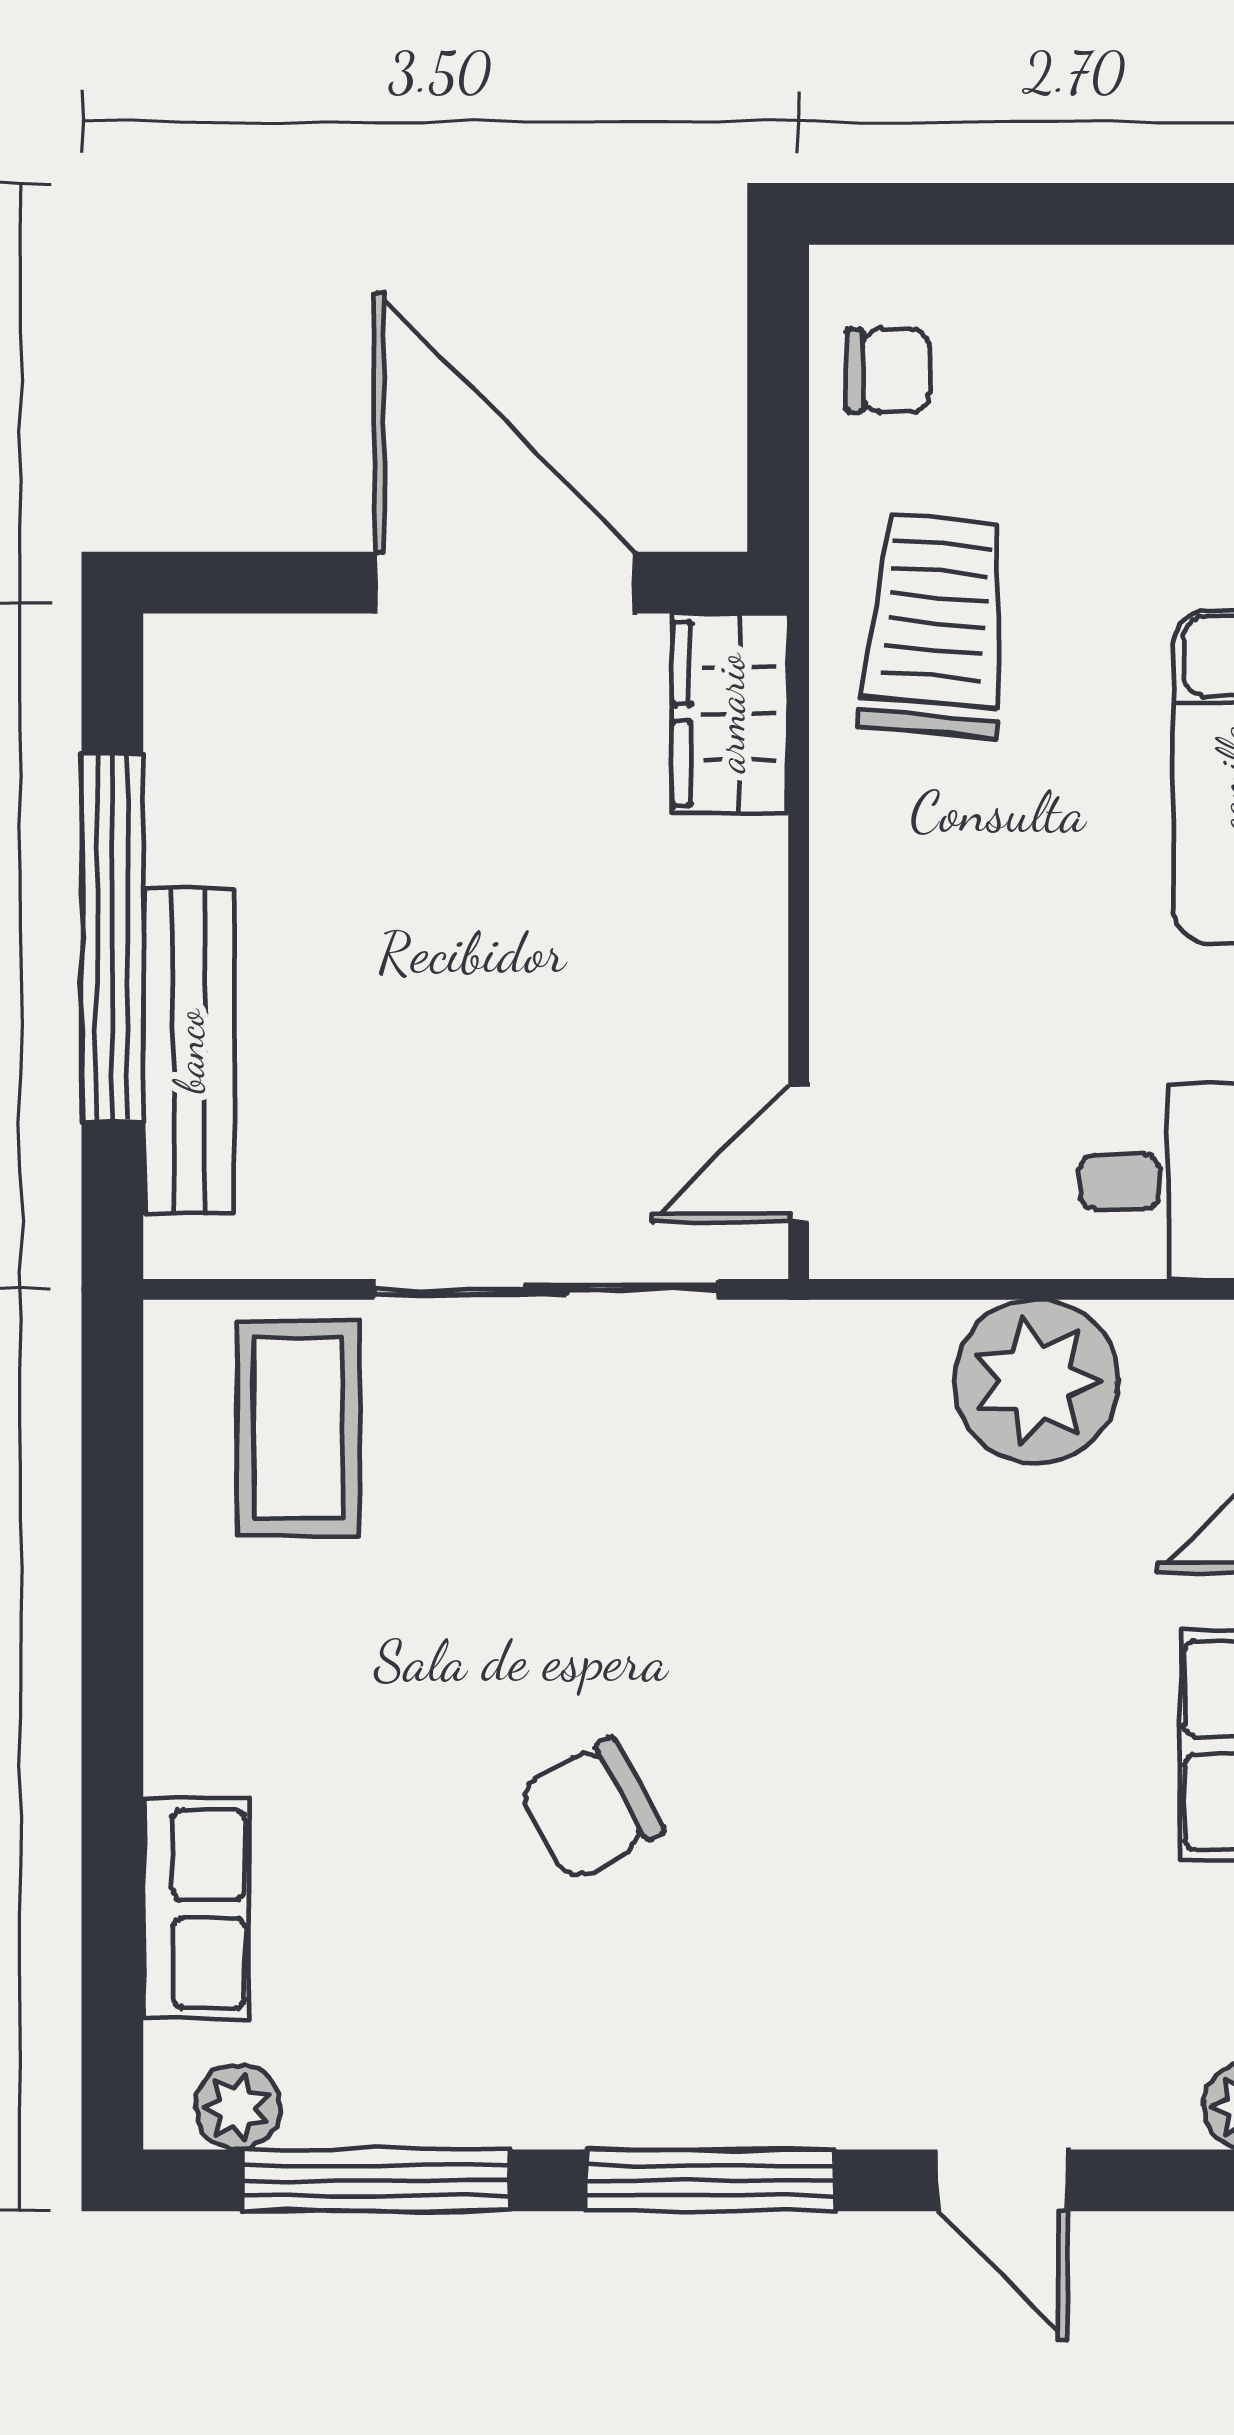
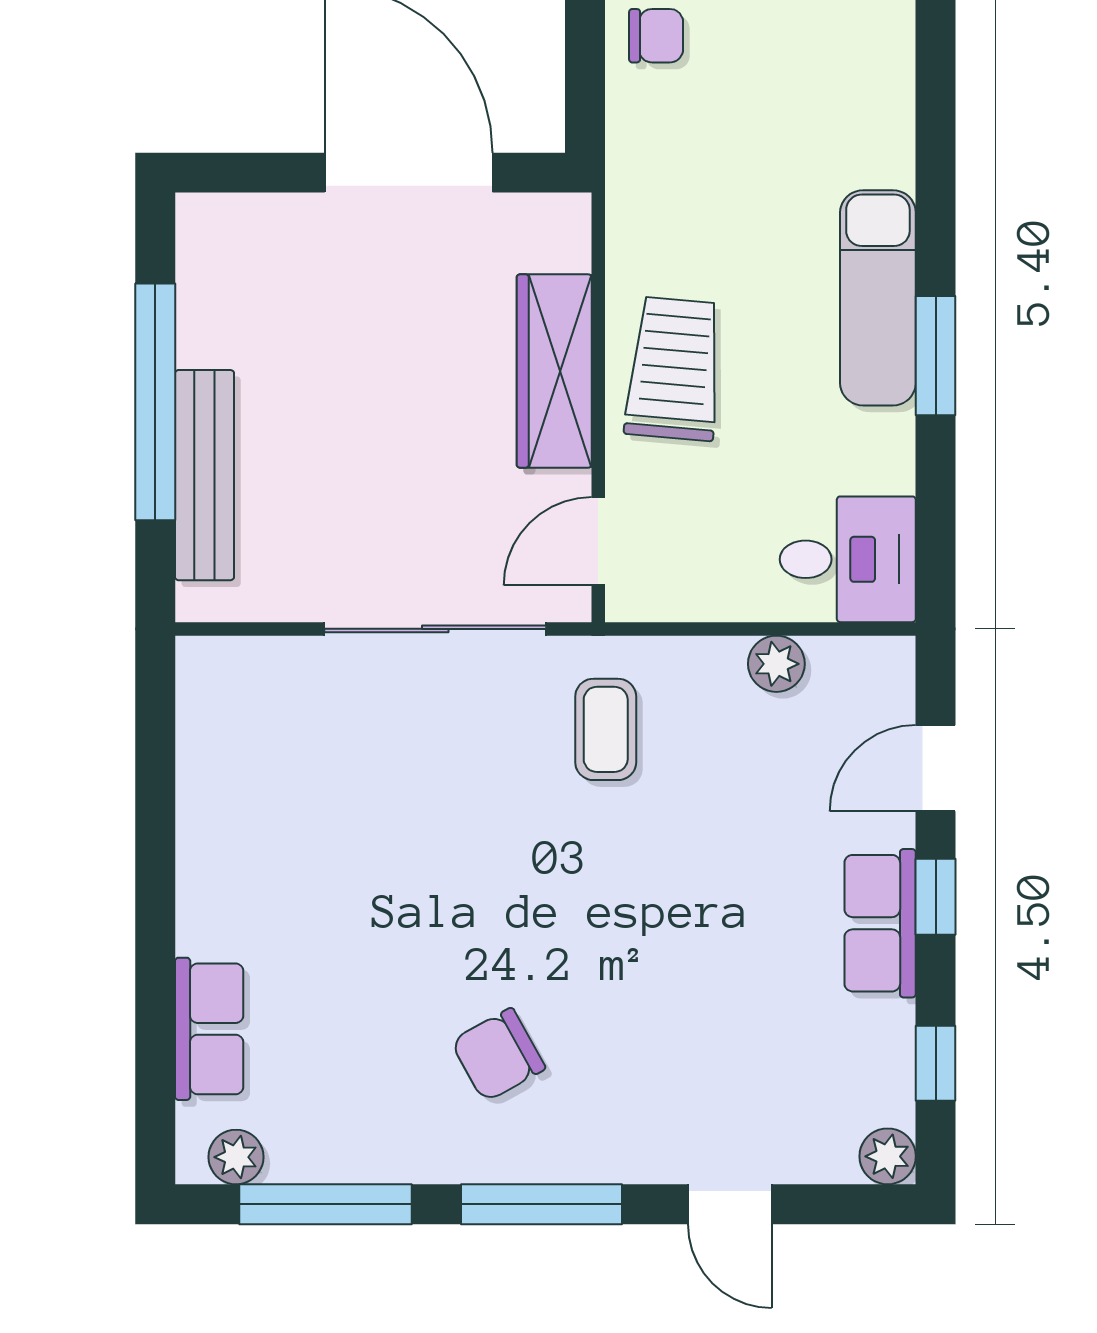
trolley: (936, 625) -> (674, 369), moved
wardrobe: (730, 713) -> (554, 371), moved, width x1.50
plant: (1036, 1382) -> (776, 664), width x0.53, depth x0.53
coffee table: (298, 1428) -> (606, 729), moved, width x0.73, depth x0.77
chair: (591, 1810) -> (498, 1055), moved

